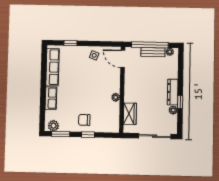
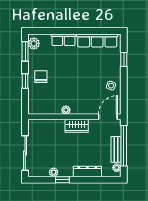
dresser: (173, 92) -> (87, 171), moved
wardrobe: (130, 114) -> (77, 126), moved

